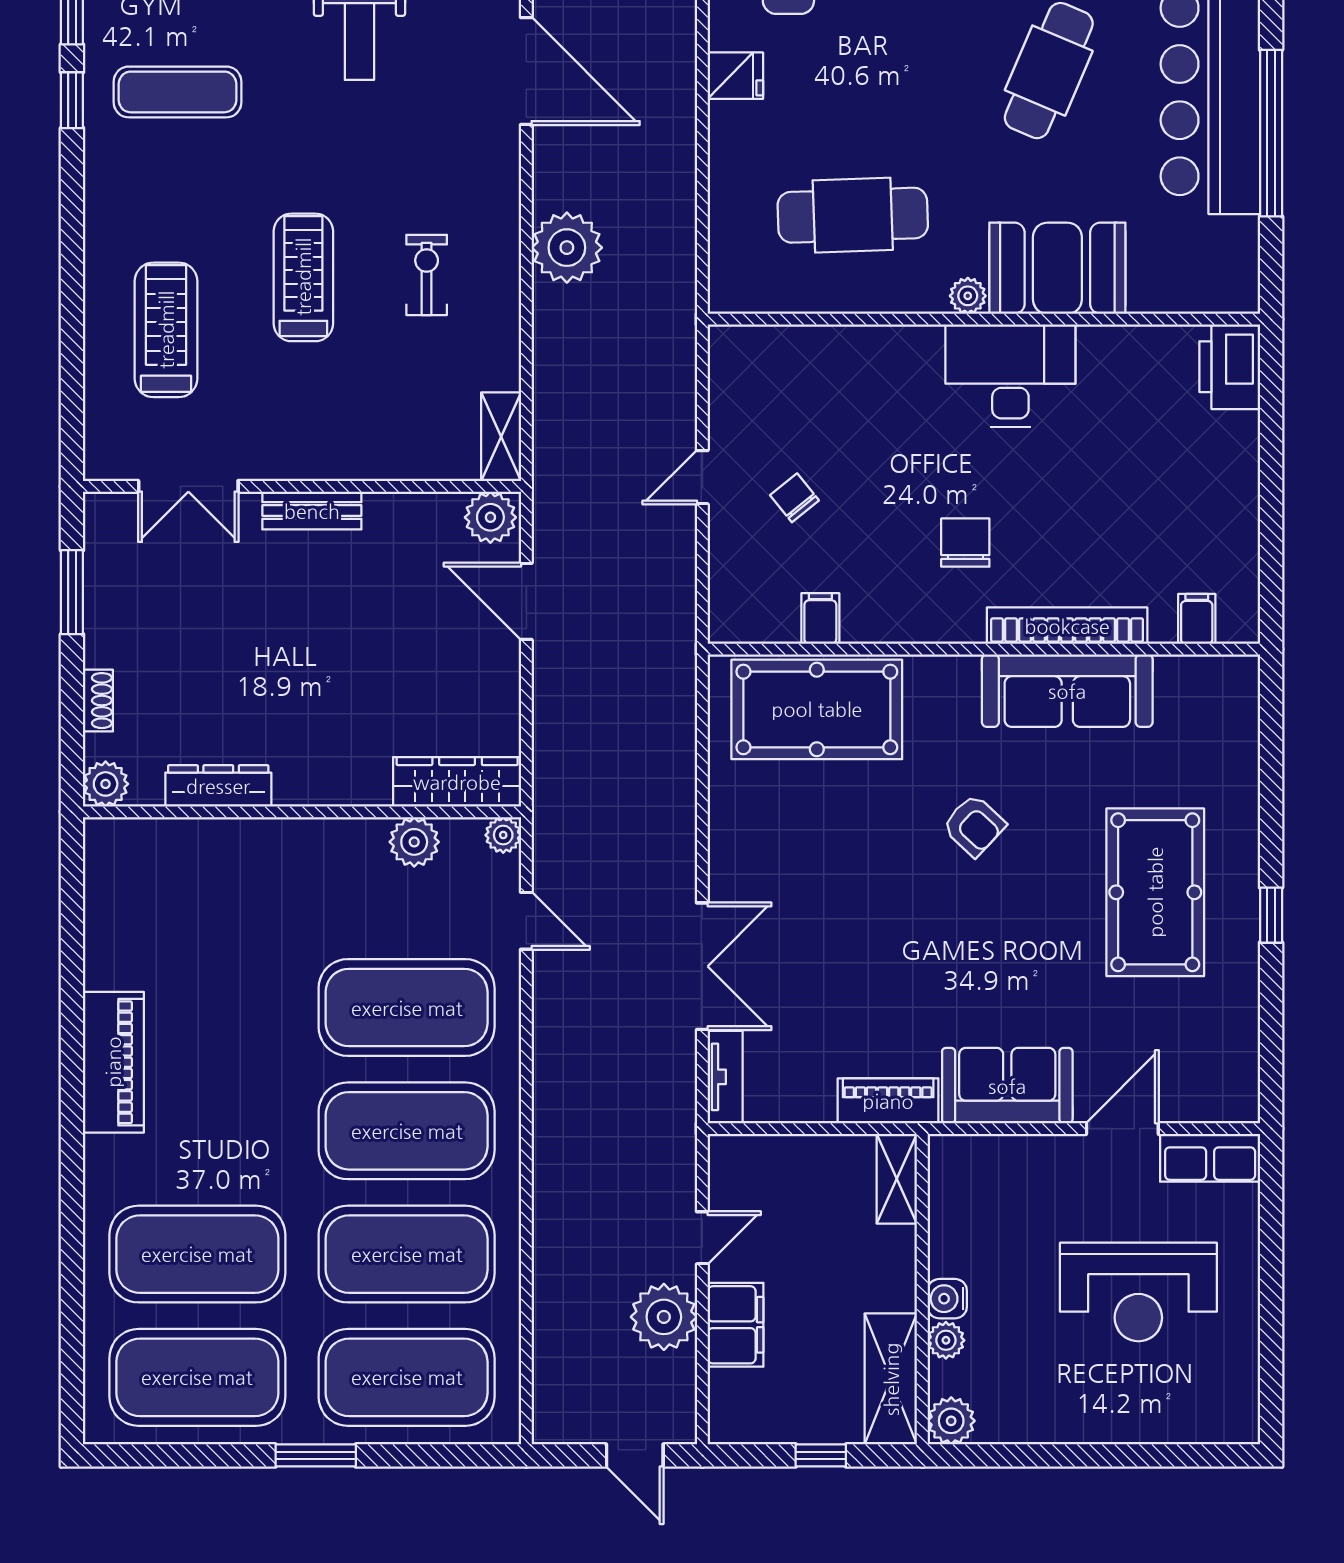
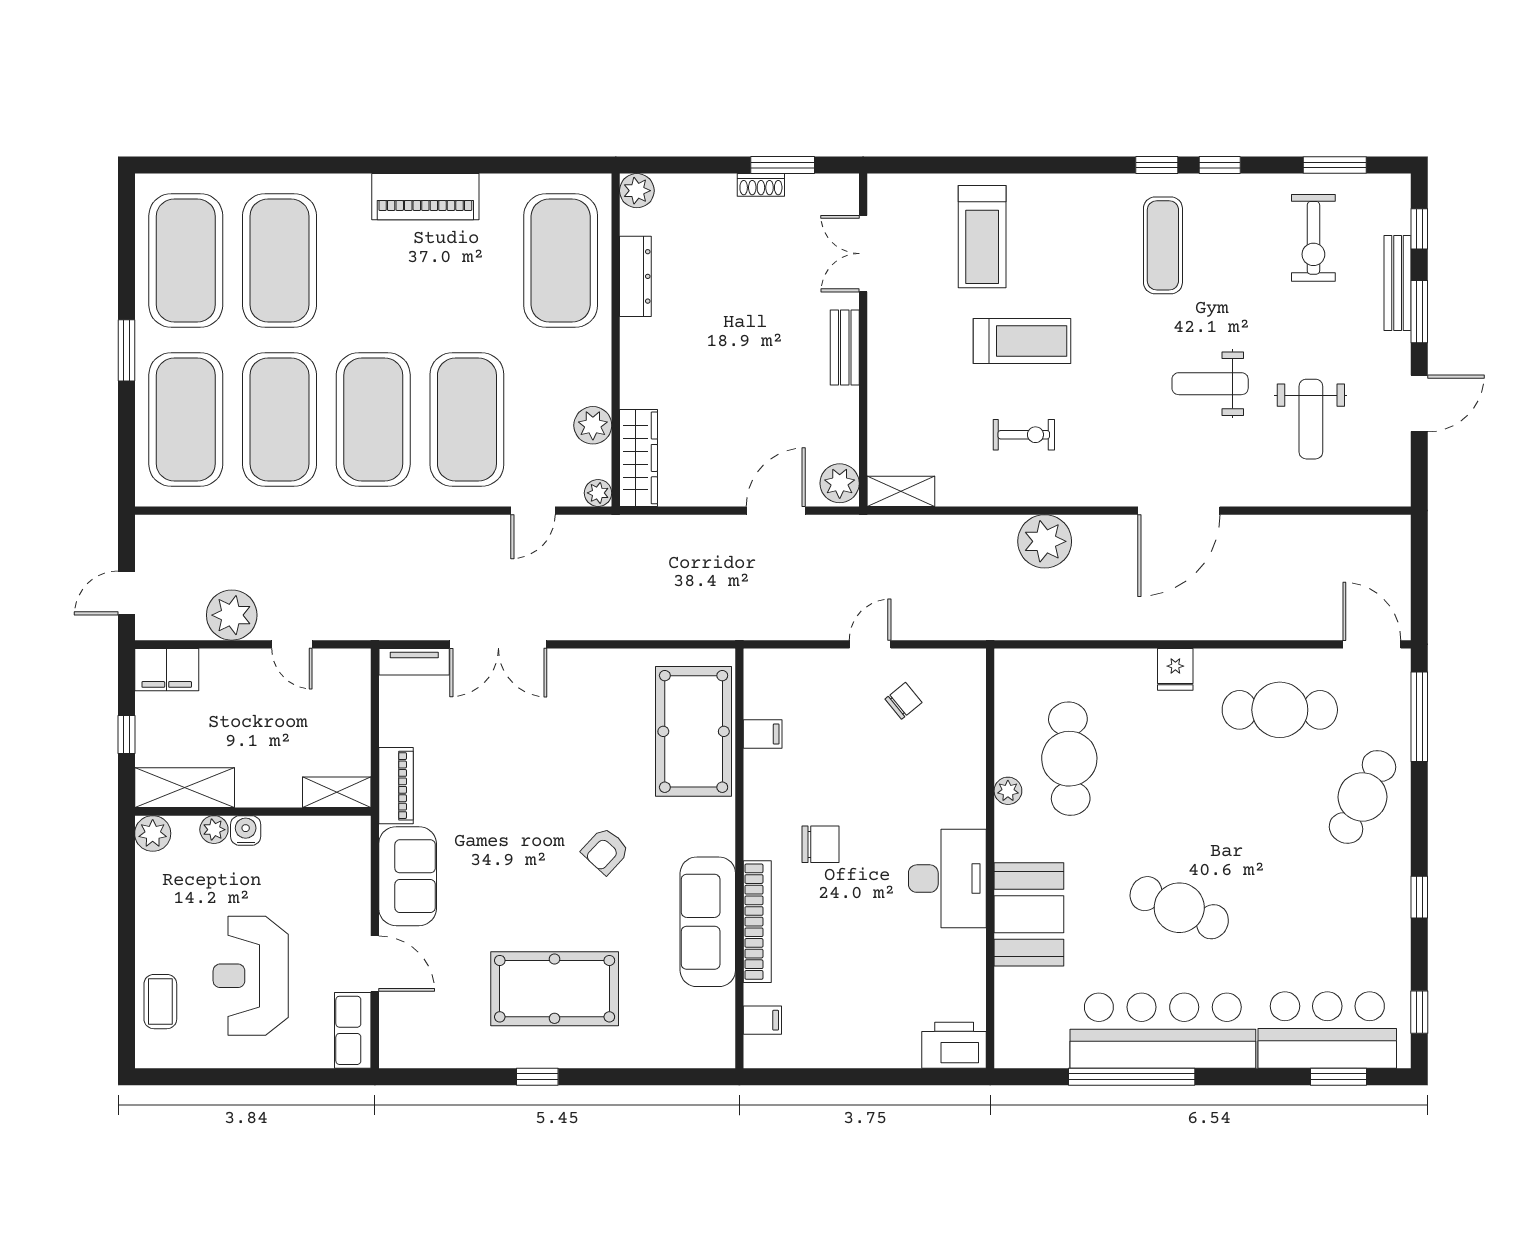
plant: (968, 296) -> (1008, 791), moved
treadmill: (166, 330) -> (982, 237), turned 90
door: (702, 477) -> (870, 644), hinge flipped
chair: (794, 498) -> (904, 701), moved
shoe rack: (98, 701) -> (761, 185), moved
exercise mat: (197, 884) -> (561, 260), added
filing cabinet: (736, 1325) -> (167, 670), moved
coffee table: (1172, 1411) -> (160, 1002), added

